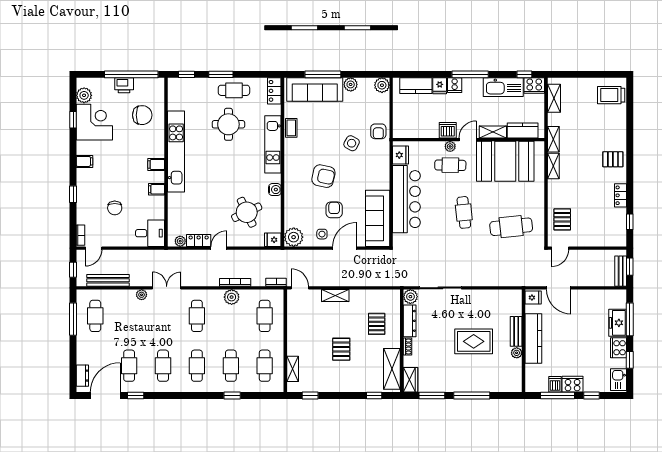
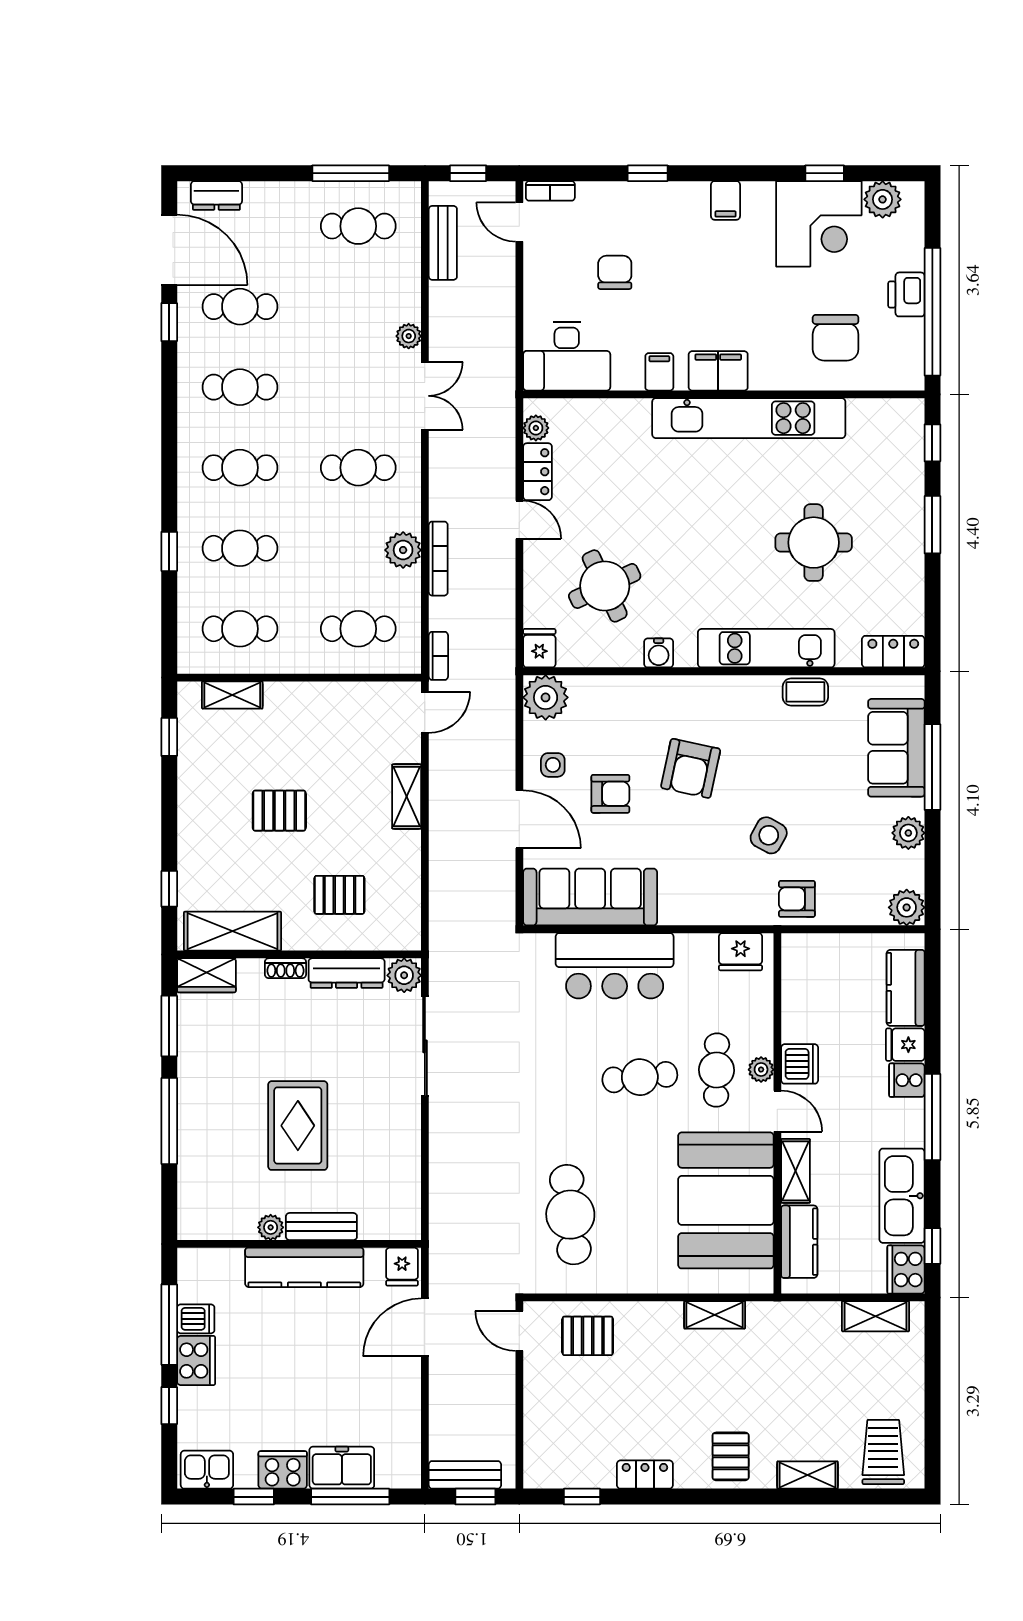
cafe table: (234, 90) -> (894, 556), removed
sofa: (315, 90) -> (896, 748), width x0.73
shelving: (553, 139) -> (807, 1475), moved
filing cabinet: (156, 164) -> (718, 371), width x2.00
bar counter: (406, 199) -> (615, 966), width x0.73
chair: (115, 208) -> (615, 272), turned 90
cafe table: (464, 212) -> (640, 1077), moved
desk: (150, 233) -> (567, 356), width x1.37
bench: (108, 280) -> (443, 243), width x0.73

